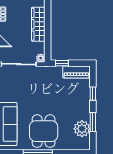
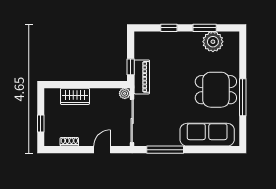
wardrobe: (38, 24) -> (75, 96), width x0.67
piano: (77, 72) -> (142, 77), moved

